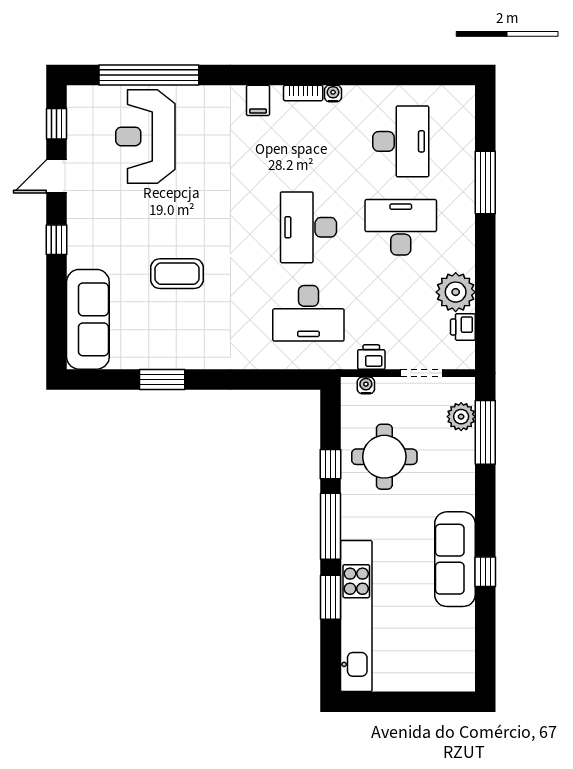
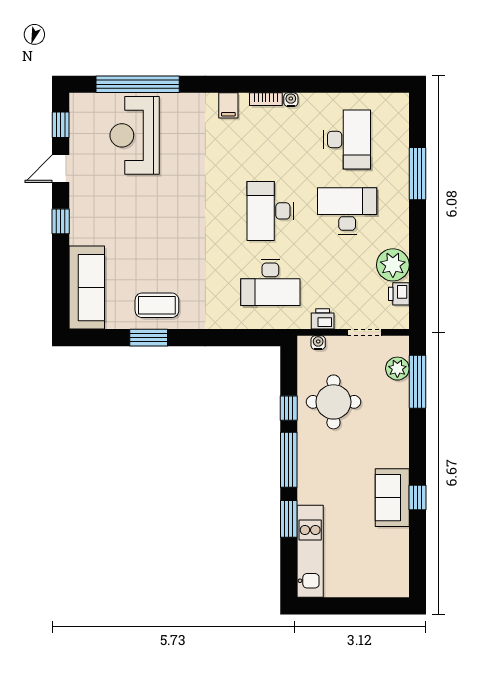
coffee table: (177, 274) -> (157, 305), moved
sofa: (455, 559) -> (392, 498), width x0.73
kitchen unit: (356, 616) -> (310, 551), width x0.73

